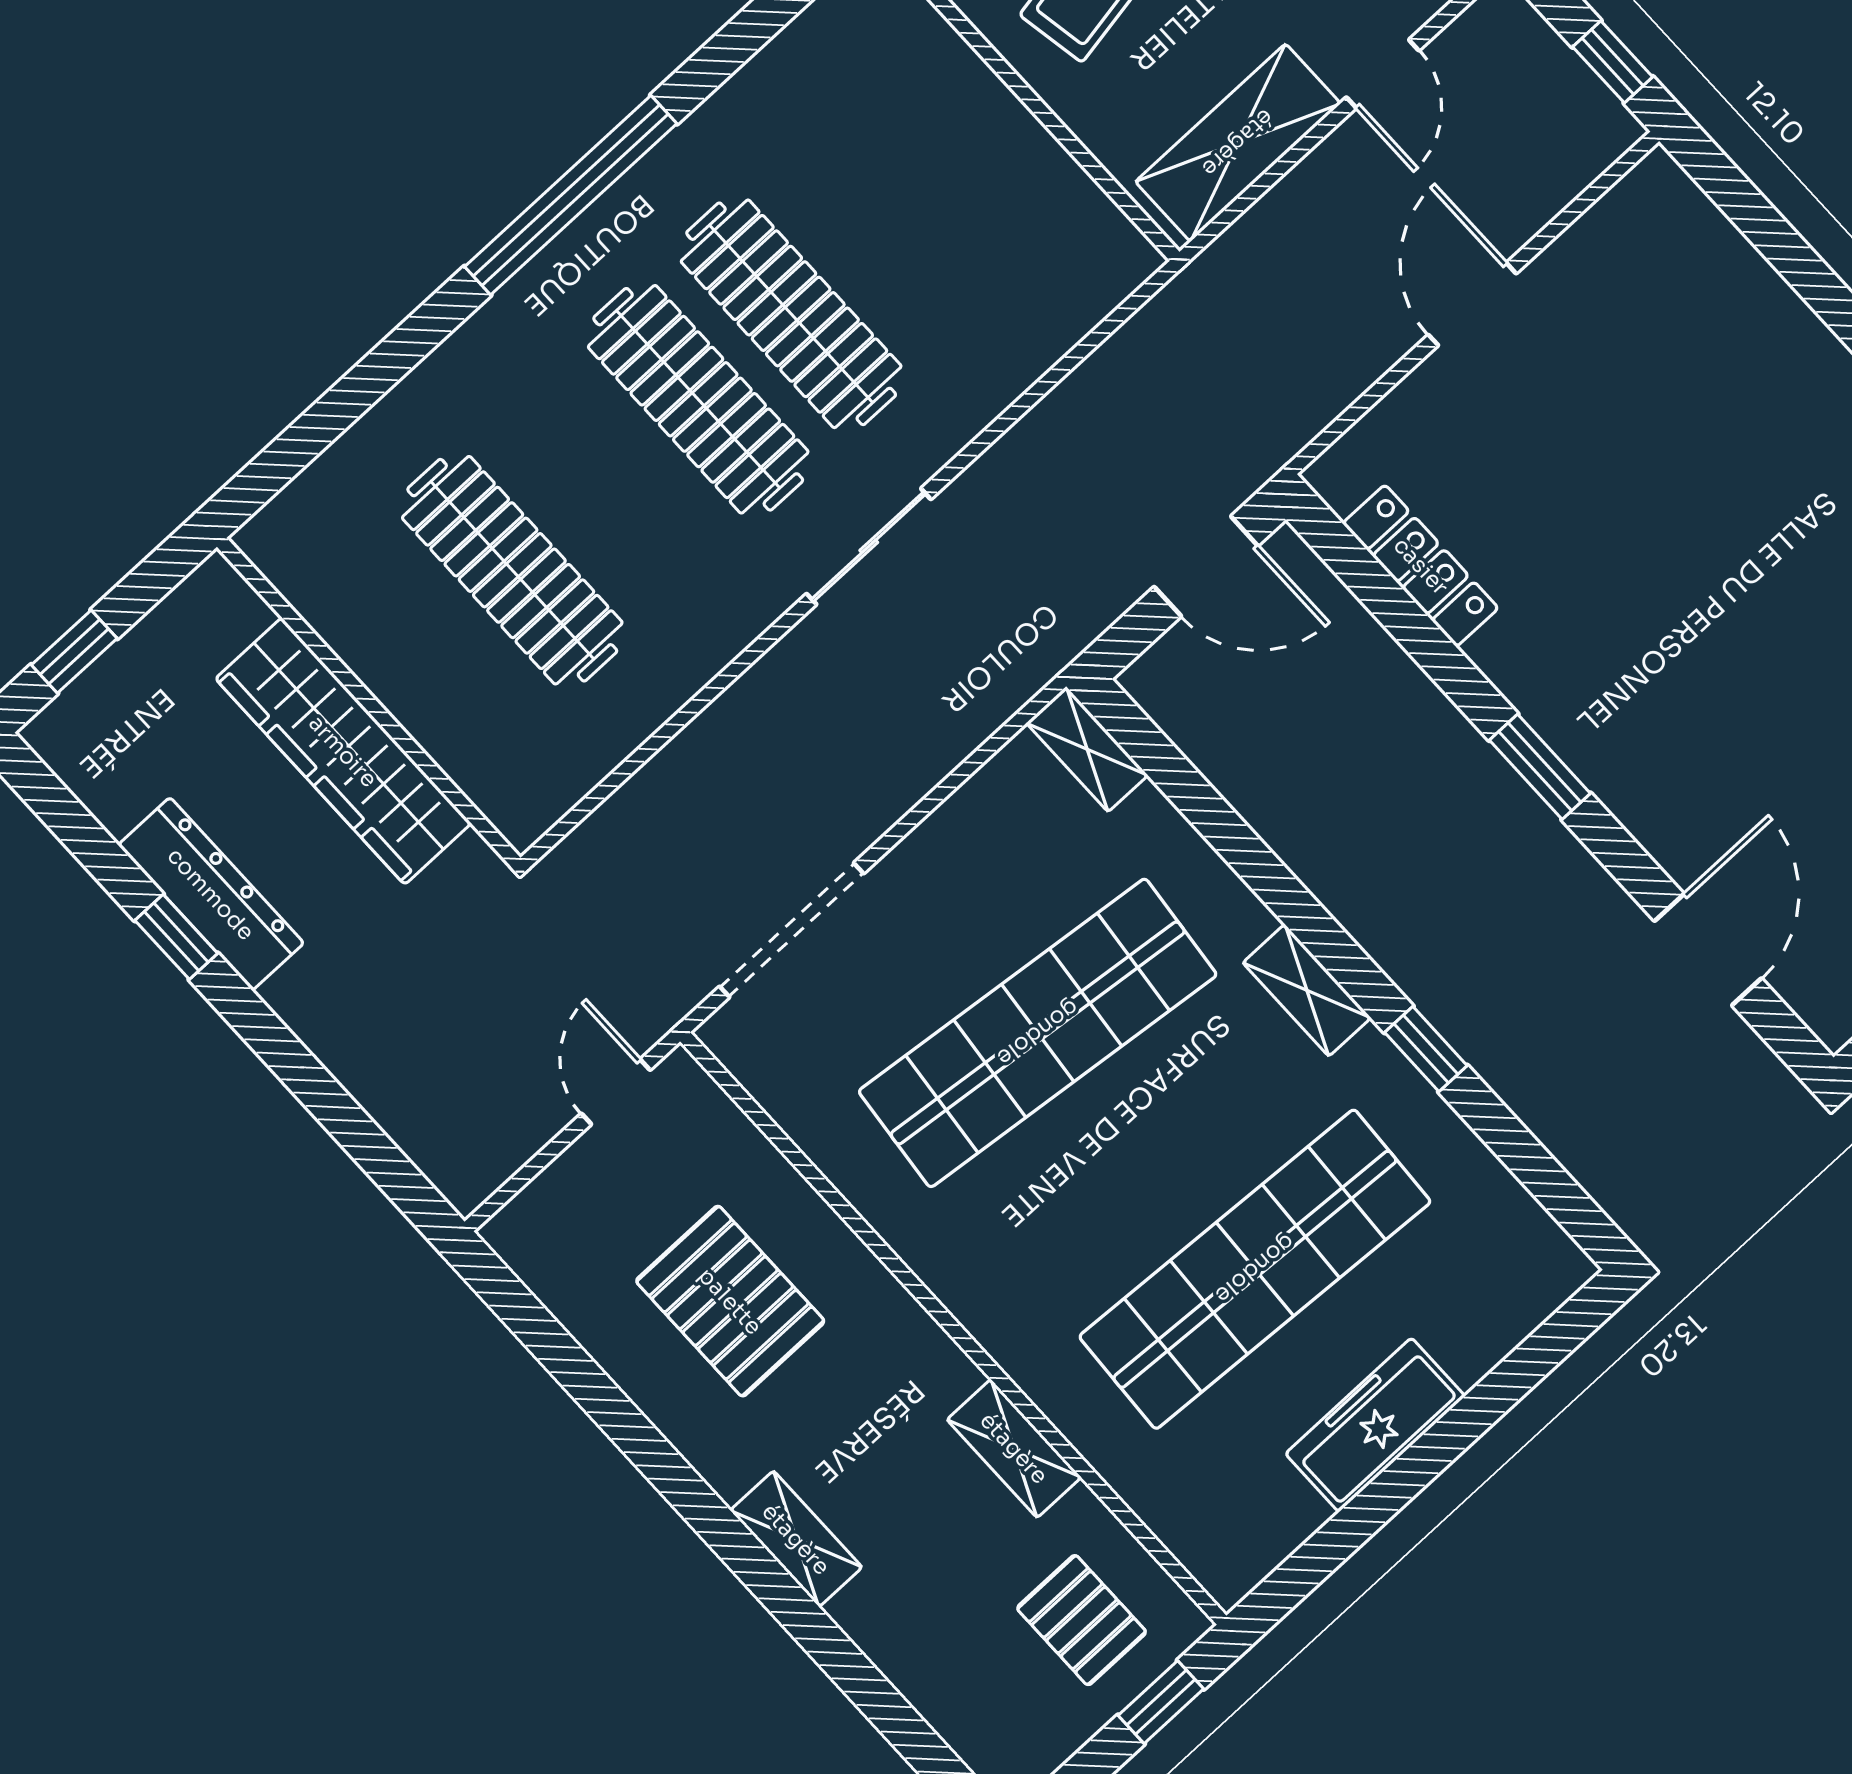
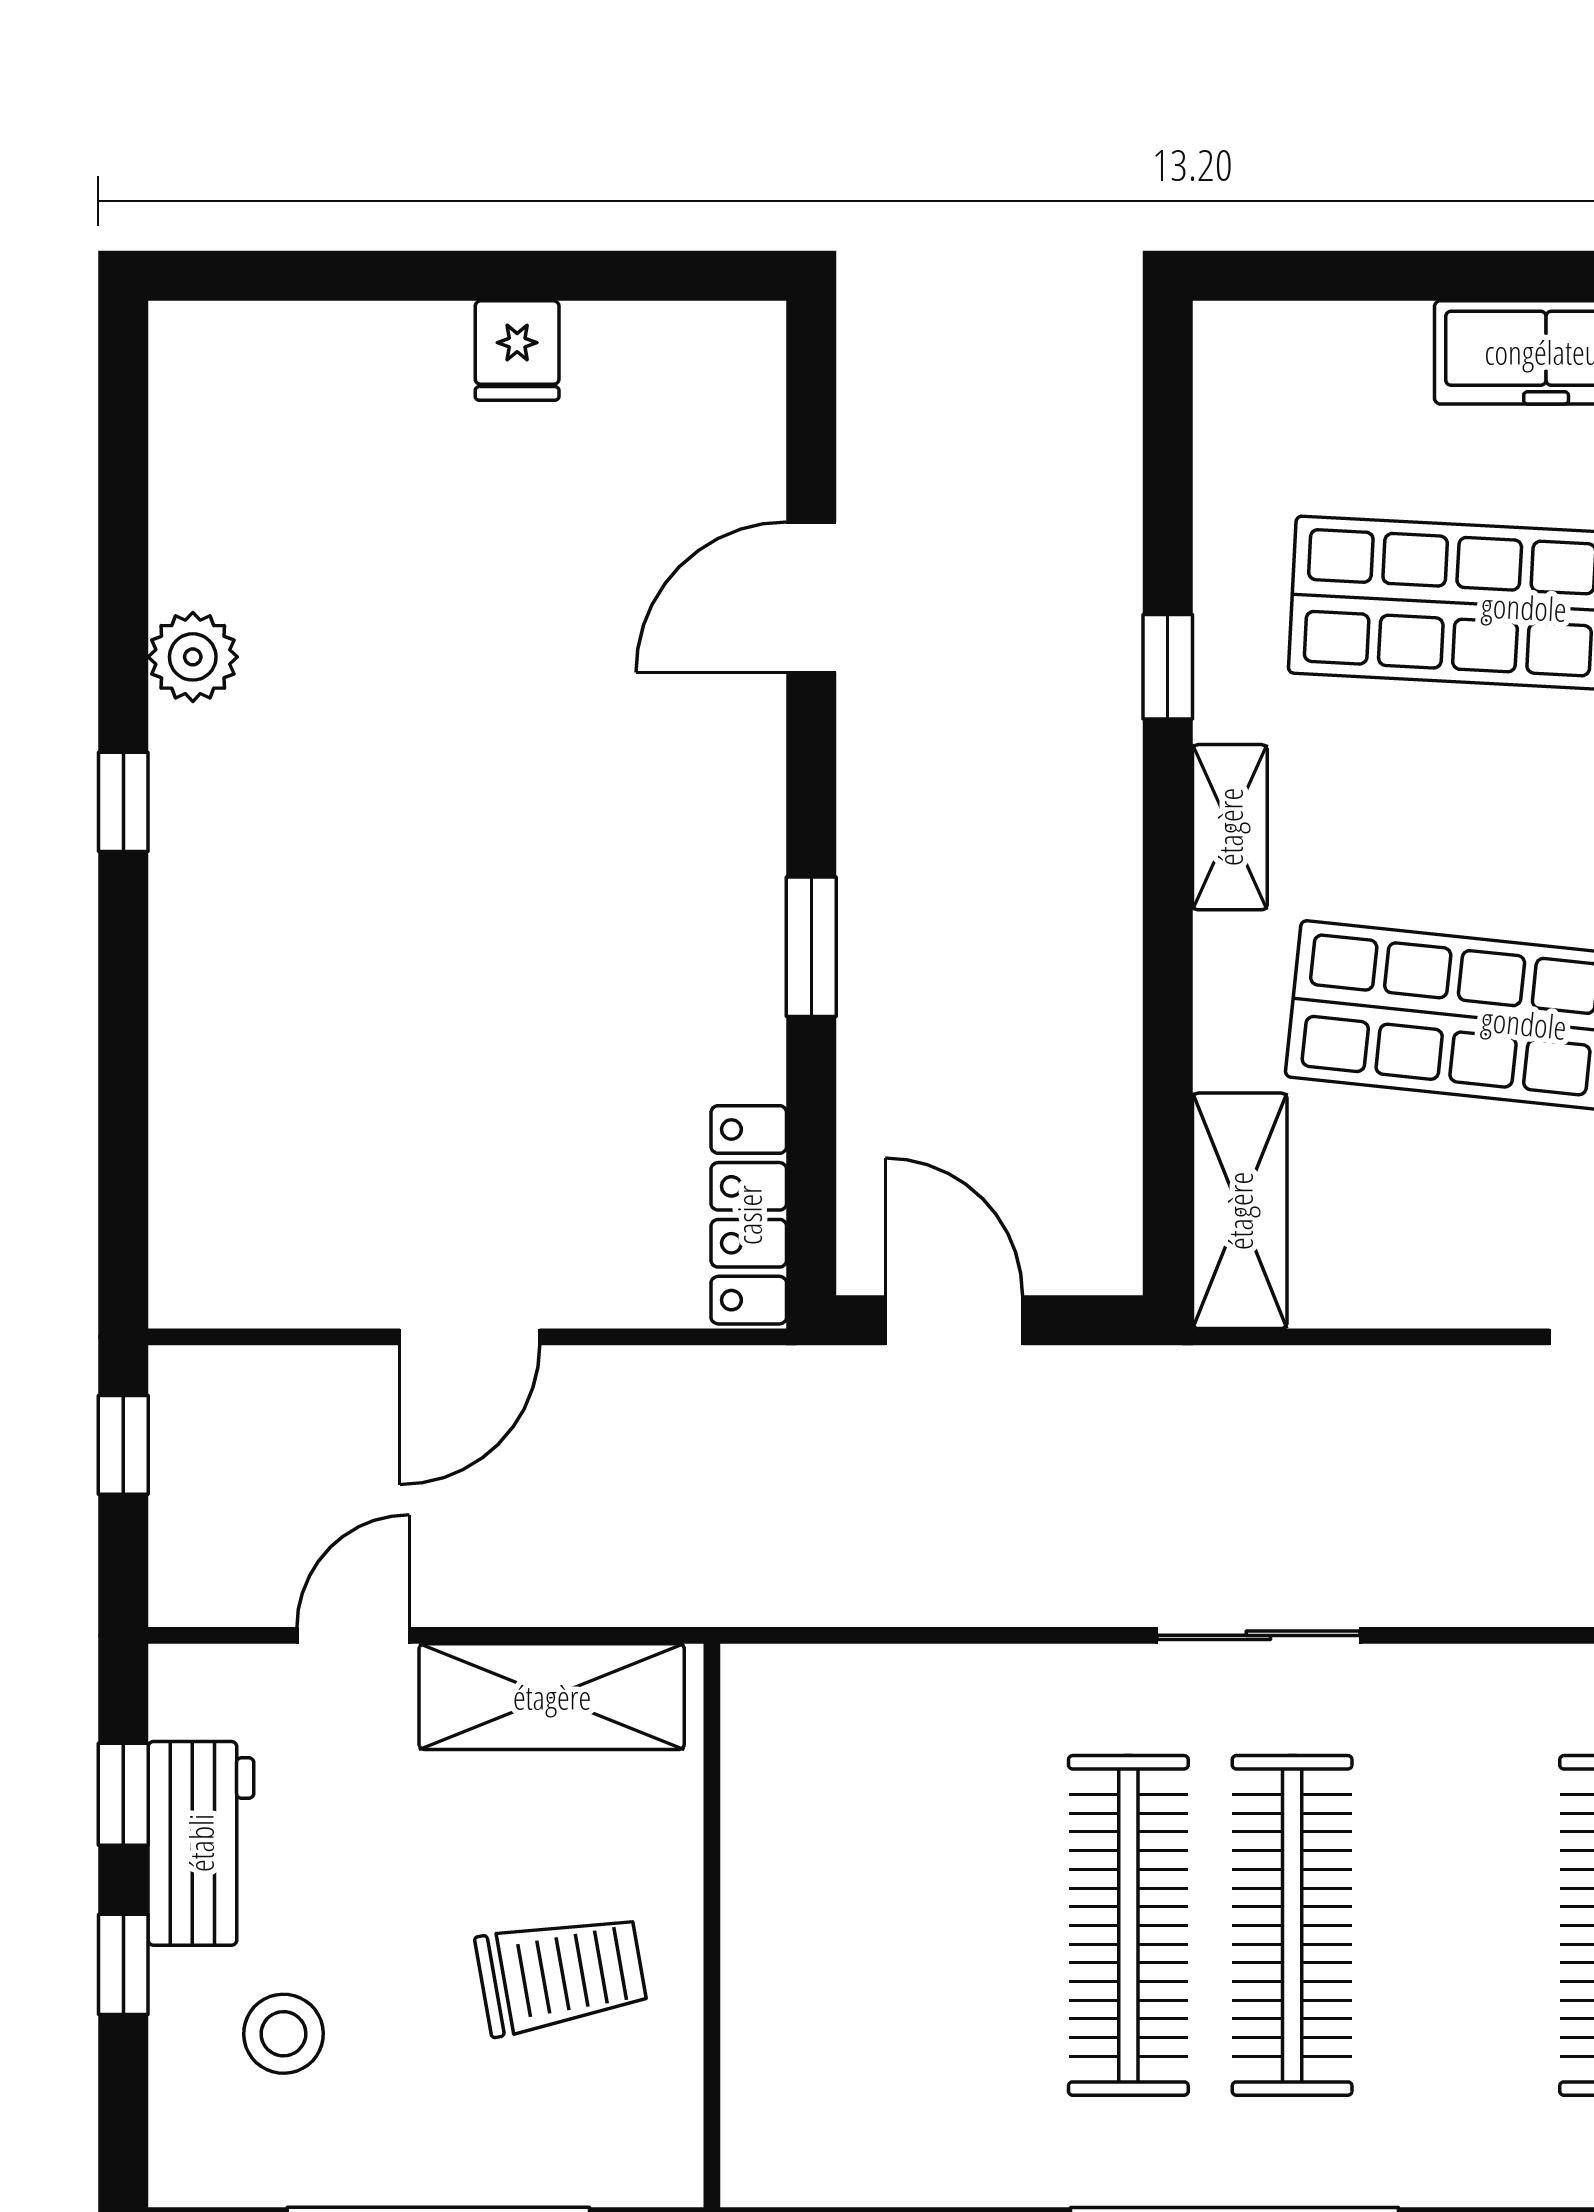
locker: (1421, 566) -> (749, 1215), moved
shelving: (1087, 749) -> (1240, 1211), width x1.50, depth x1.33
window: (1540, 767) -> (811, 947), moved
door: (1708, 950) -> (811, 597), moved

